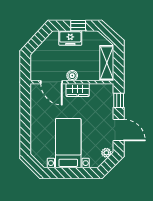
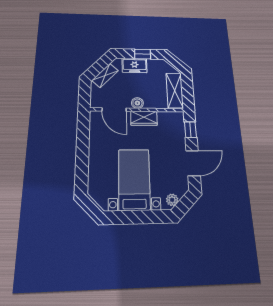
shelving: (43, 49) -> (105, 75), added
door: (119, 130) -> (193, 163), hinge flipped
plant: (106, 153) -> (172, 200), moved

